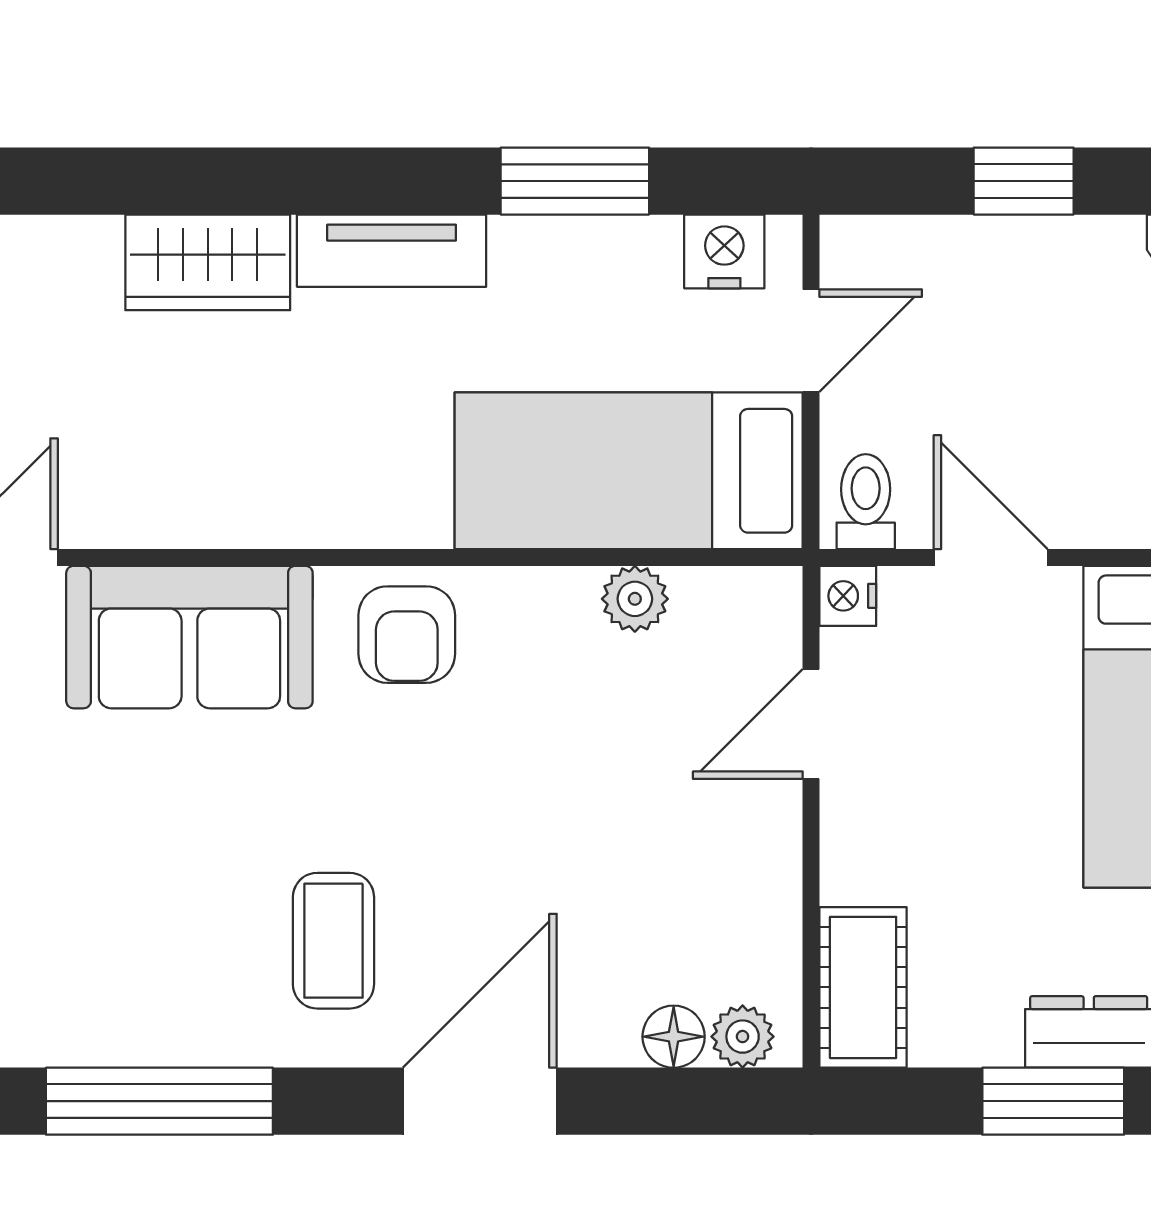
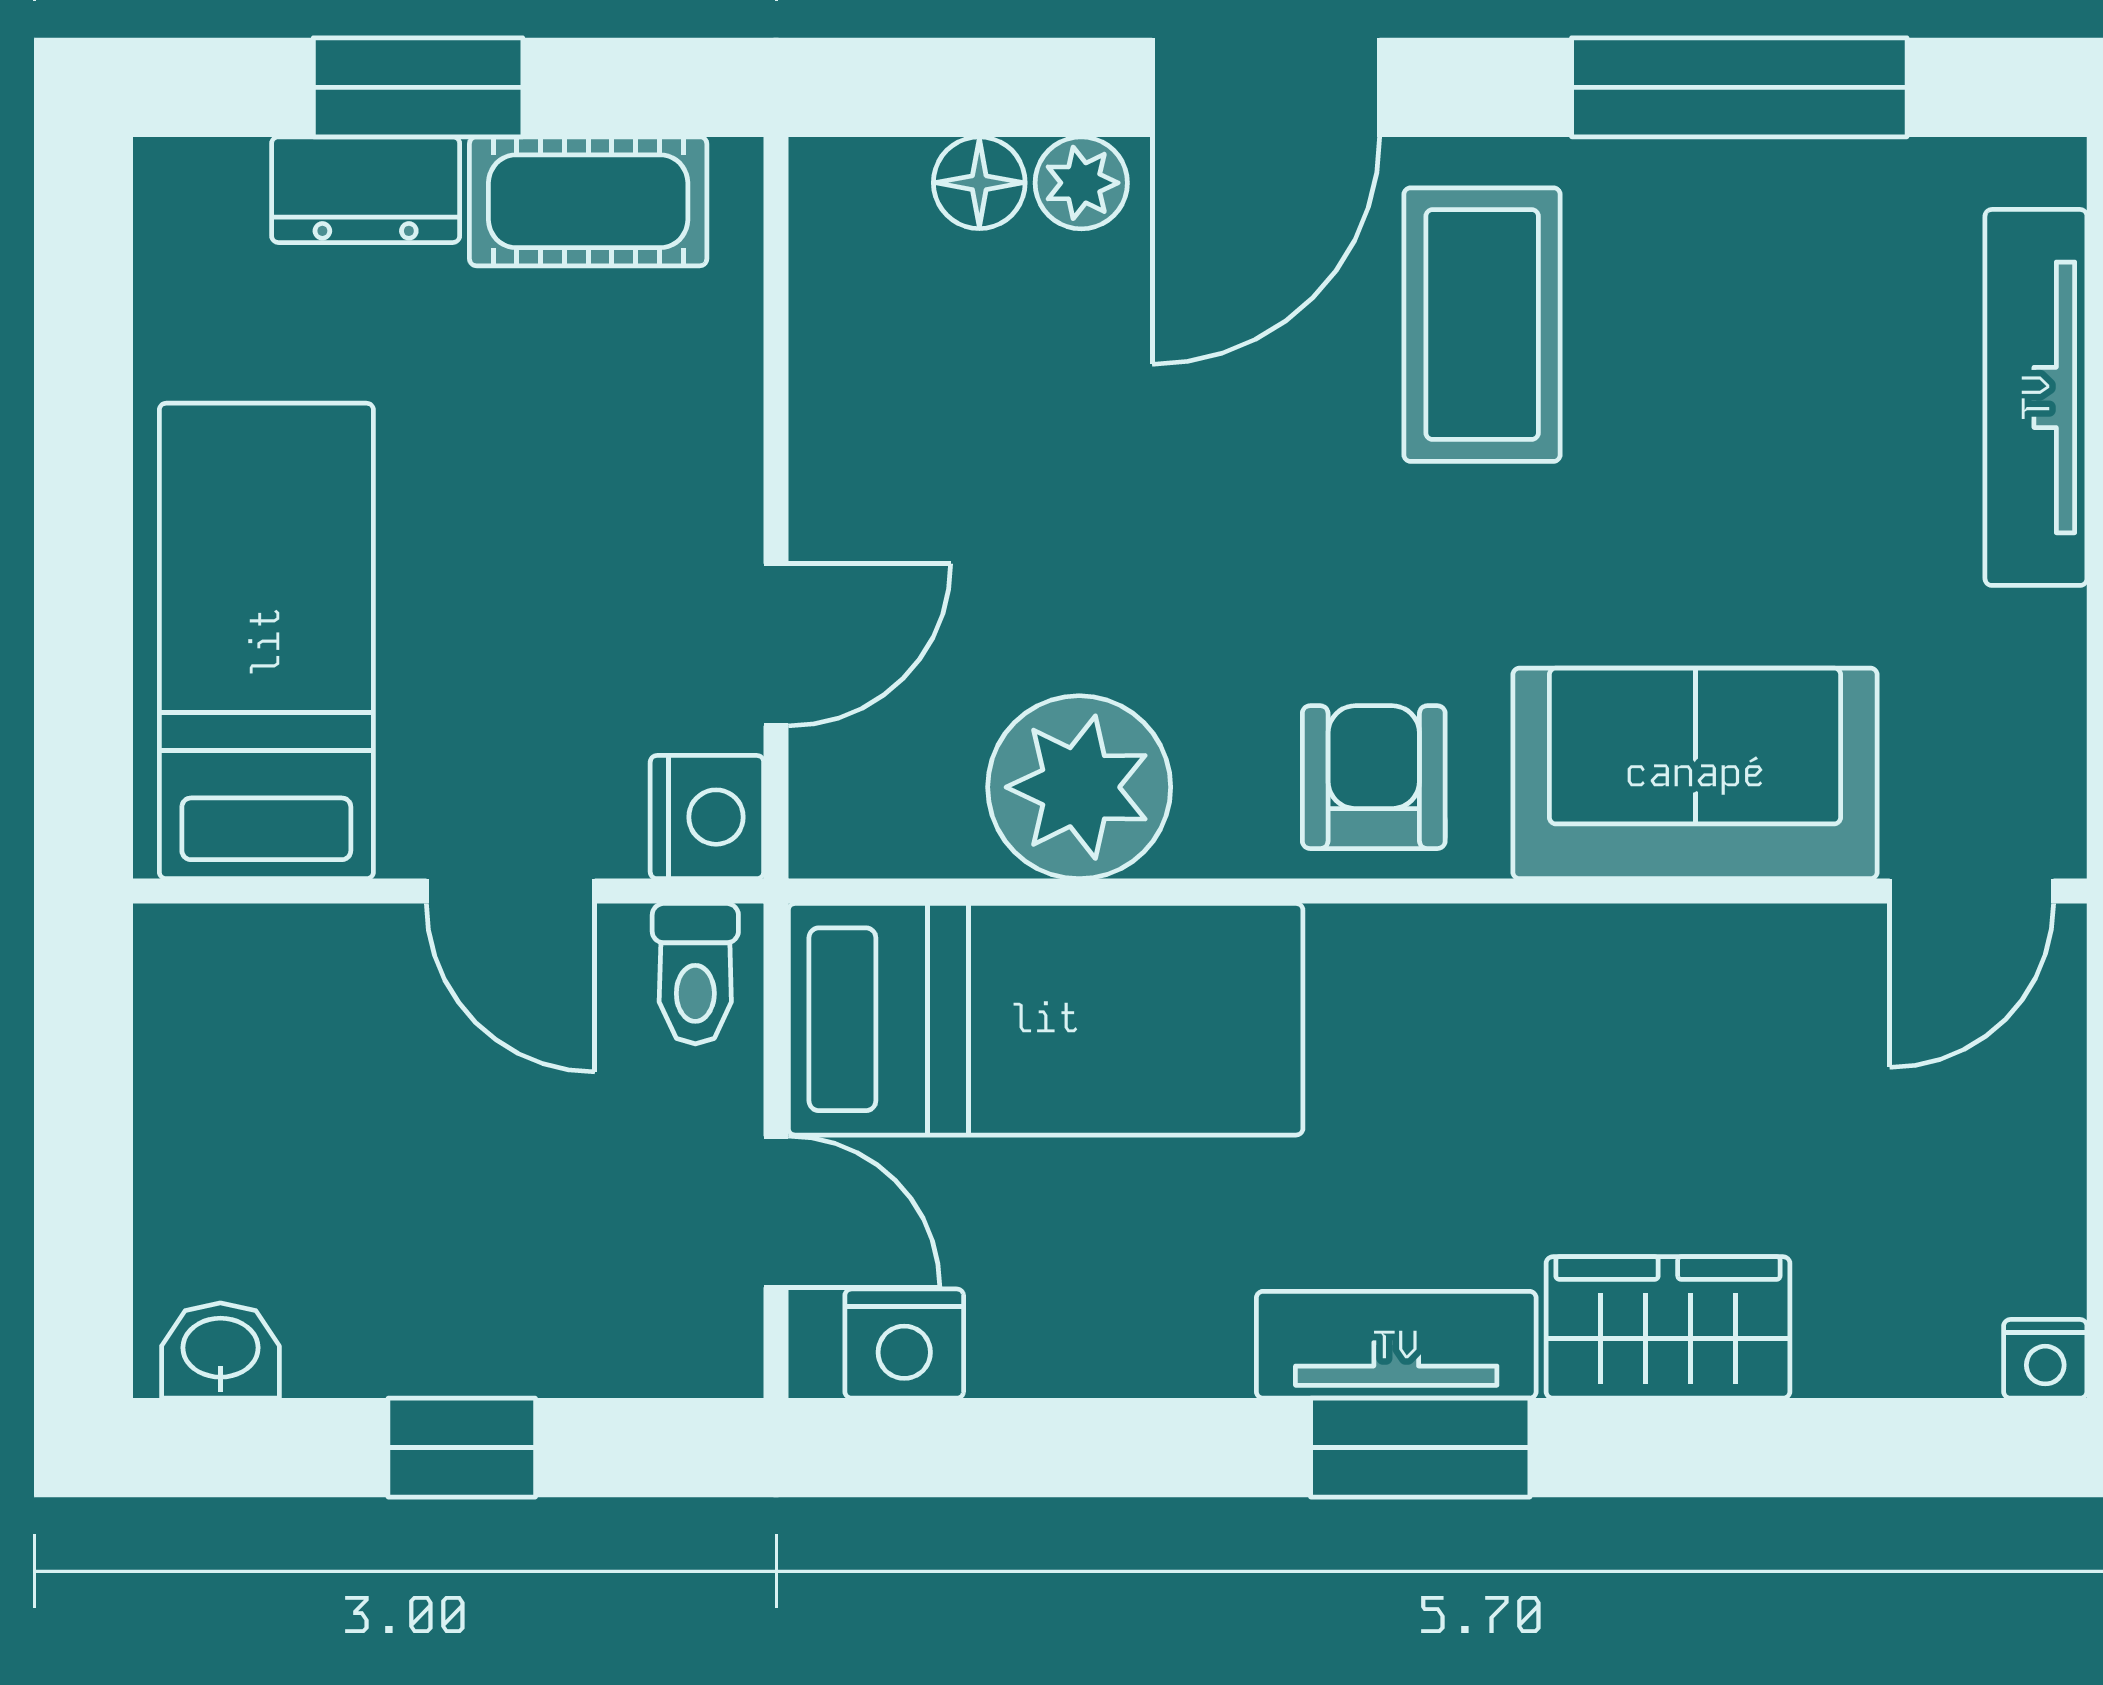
window: (575, 181) -> (1420, 1448), moved
door: (811, 341) -> (776, 1212), swing flipped
nightstand: (848, 596) -> (707, 817), width x1.39, depth x1.35
plant: (635, 599) -> (1079, 787), width x1.88, depth x1.88
coffee table: (333, 941) -> (1482, 325), width x1.36, depth x1.30
cot: (863, 987) -> (588, 201), moved, turned 90
plant: (743, 1037) -> (1081, 183), moved

